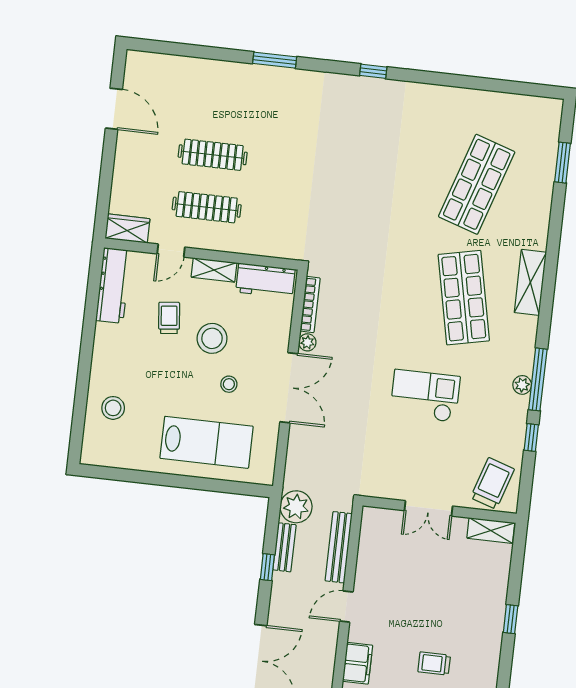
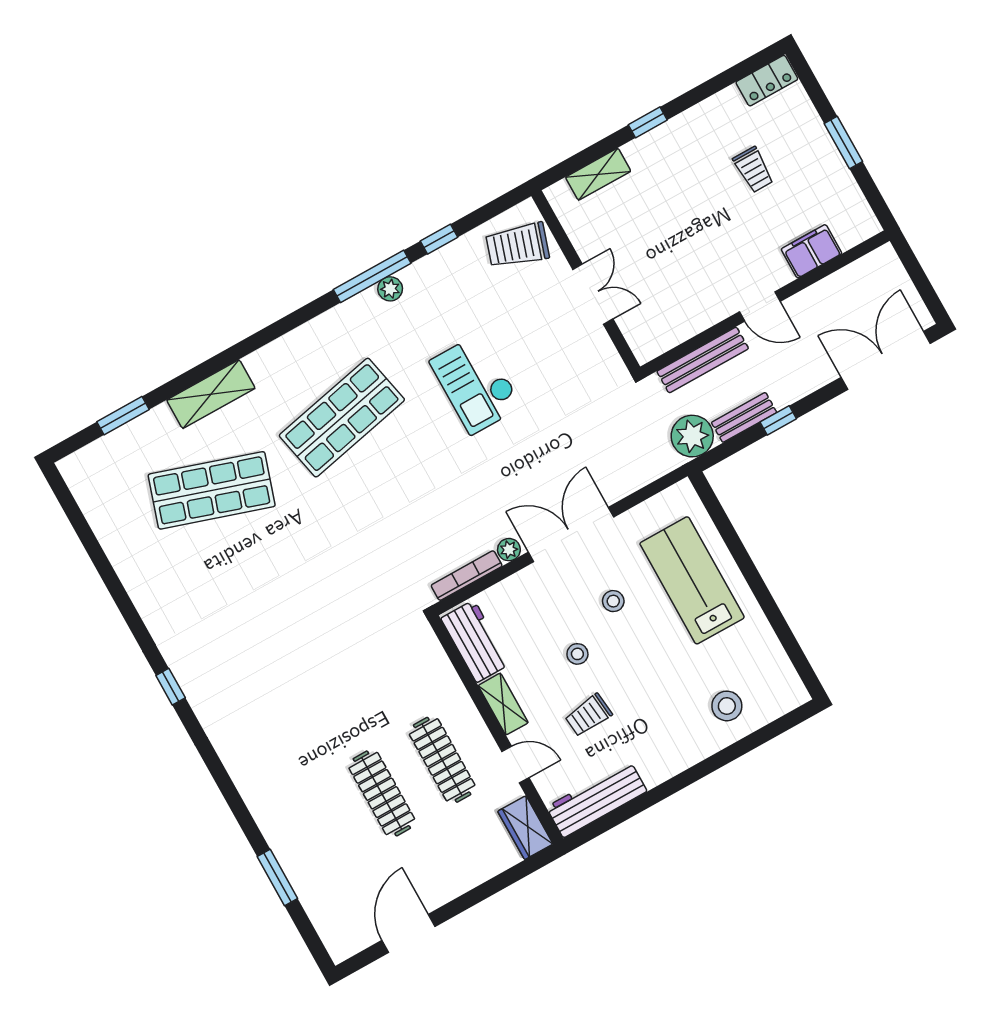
window: (275, 60) -> (277, 878), moved
shelving: (530, 282) -> (211, 394), moved
stool: (212, 338) -> (577, 654), width x0.53, depth x0.53
shelving: (491, 530) -> (598, 174), moved, turned 90

